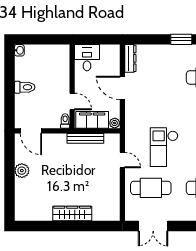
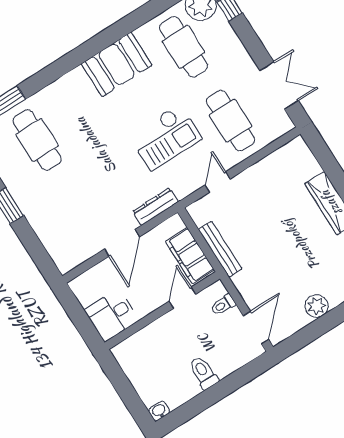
dresser: (130, 58) -> (155, 207), moved
toilet: (65, 121) -> (223, 305), moved
plant: (115, 123) -> (175, 223), removed

